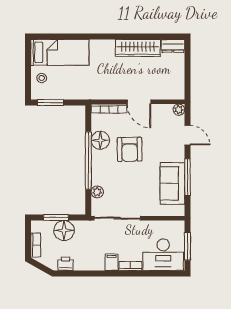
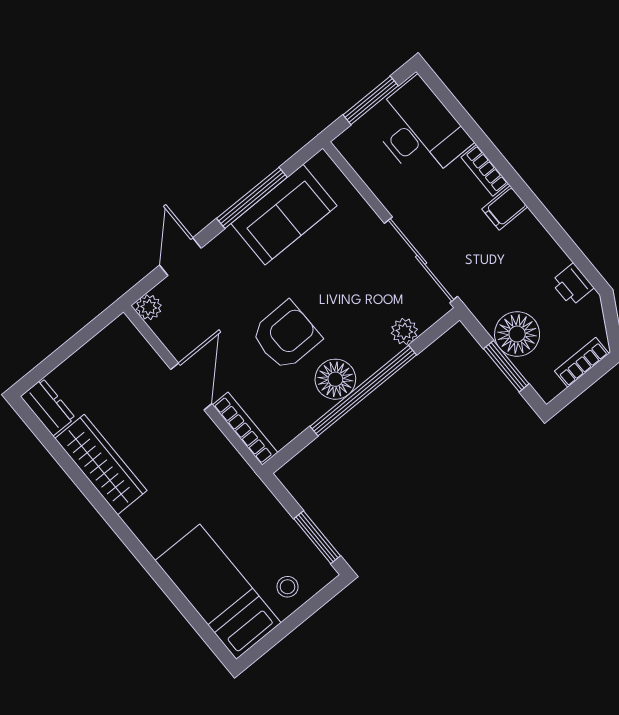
floor lamp: (100, 140) -> (335, 379), moved

